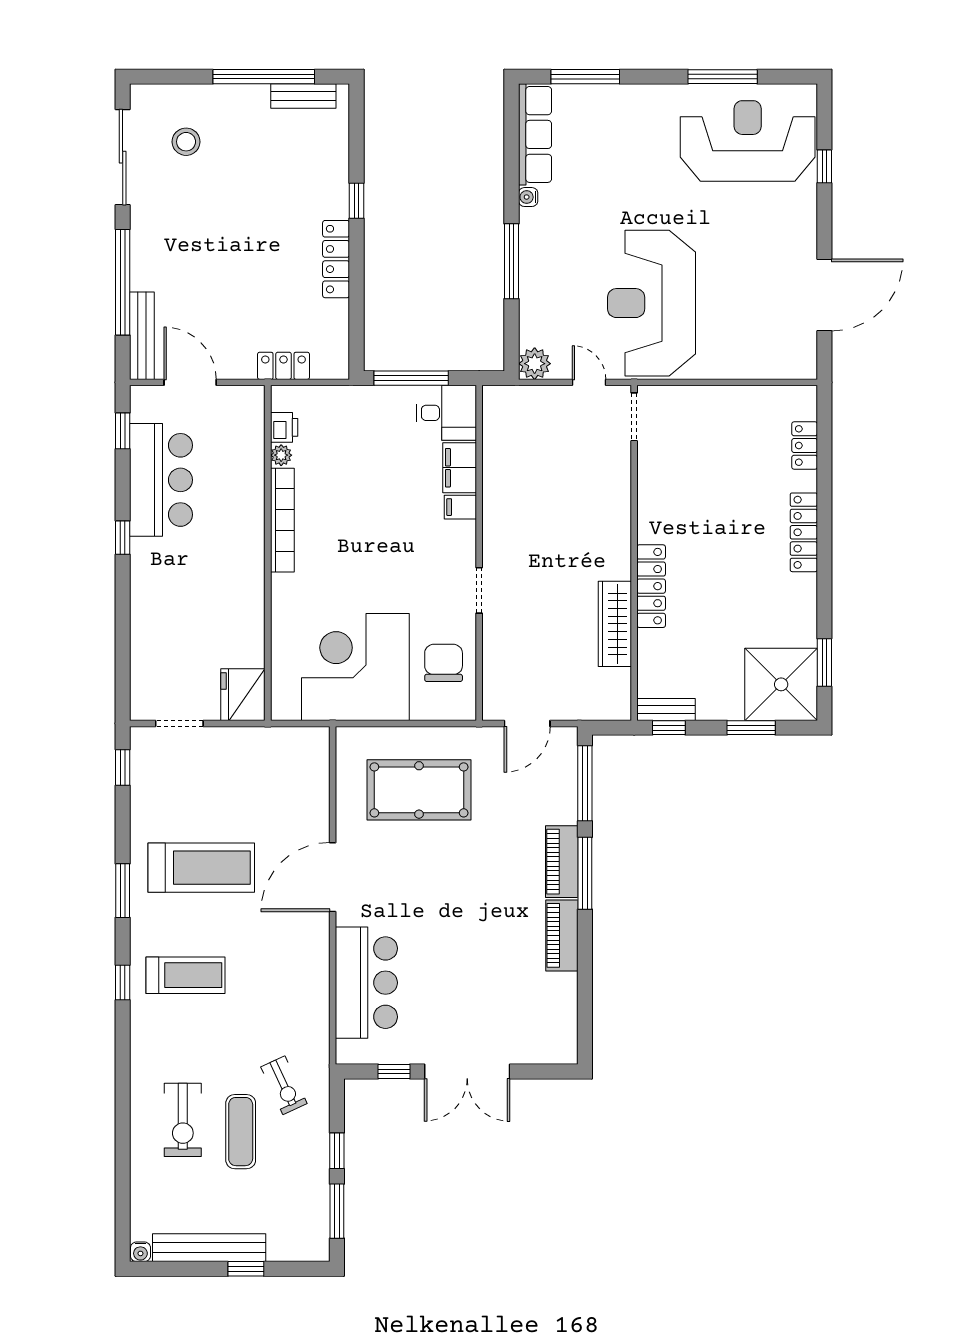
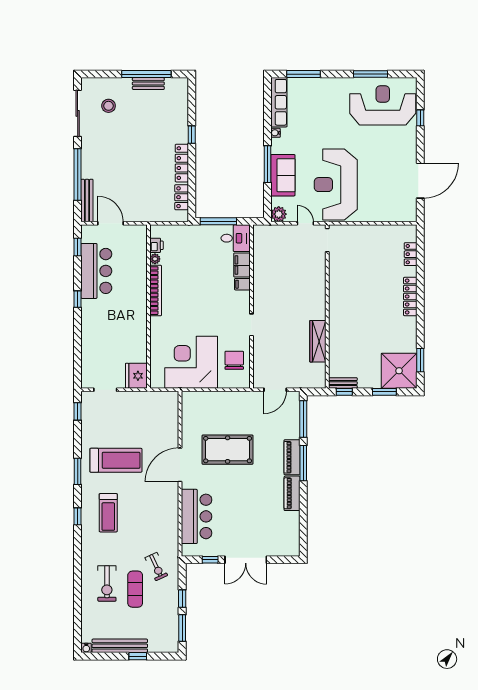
bench: (303, 96) -> (148, 84), moved
sofa: (543, 284) -> (283, 175), added
locker: (283, 366) -> (182, 197), moved, turned -90
locker: (651, 586) -> (336, 323), removed
pool table: (419, 790) -> (228, 450), moved
treadmill: (185, 975) -> (108, 513), turned 90

